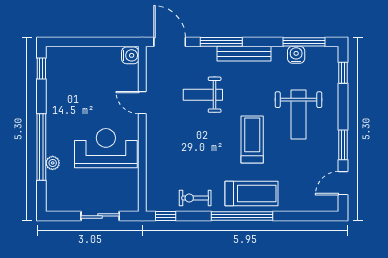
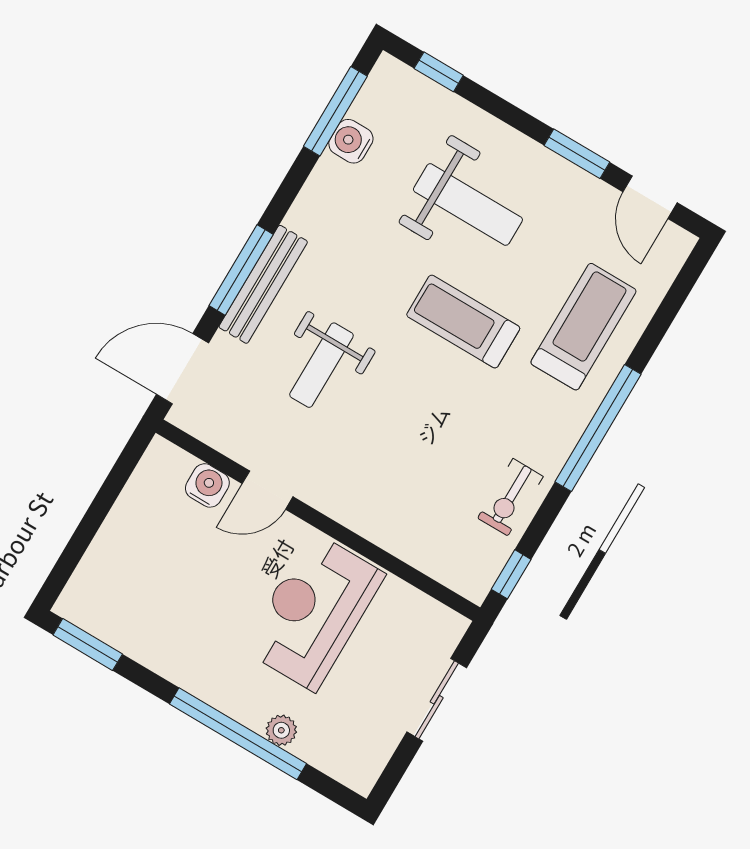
bench: (244, 54) -> (263, 284), moved
water cooler: (130, 55) -> (207, 485), moved
window: (41, 69) -> (88, 644), width x1.50
treadmill: (252, 194) -> (583, 327), moved

